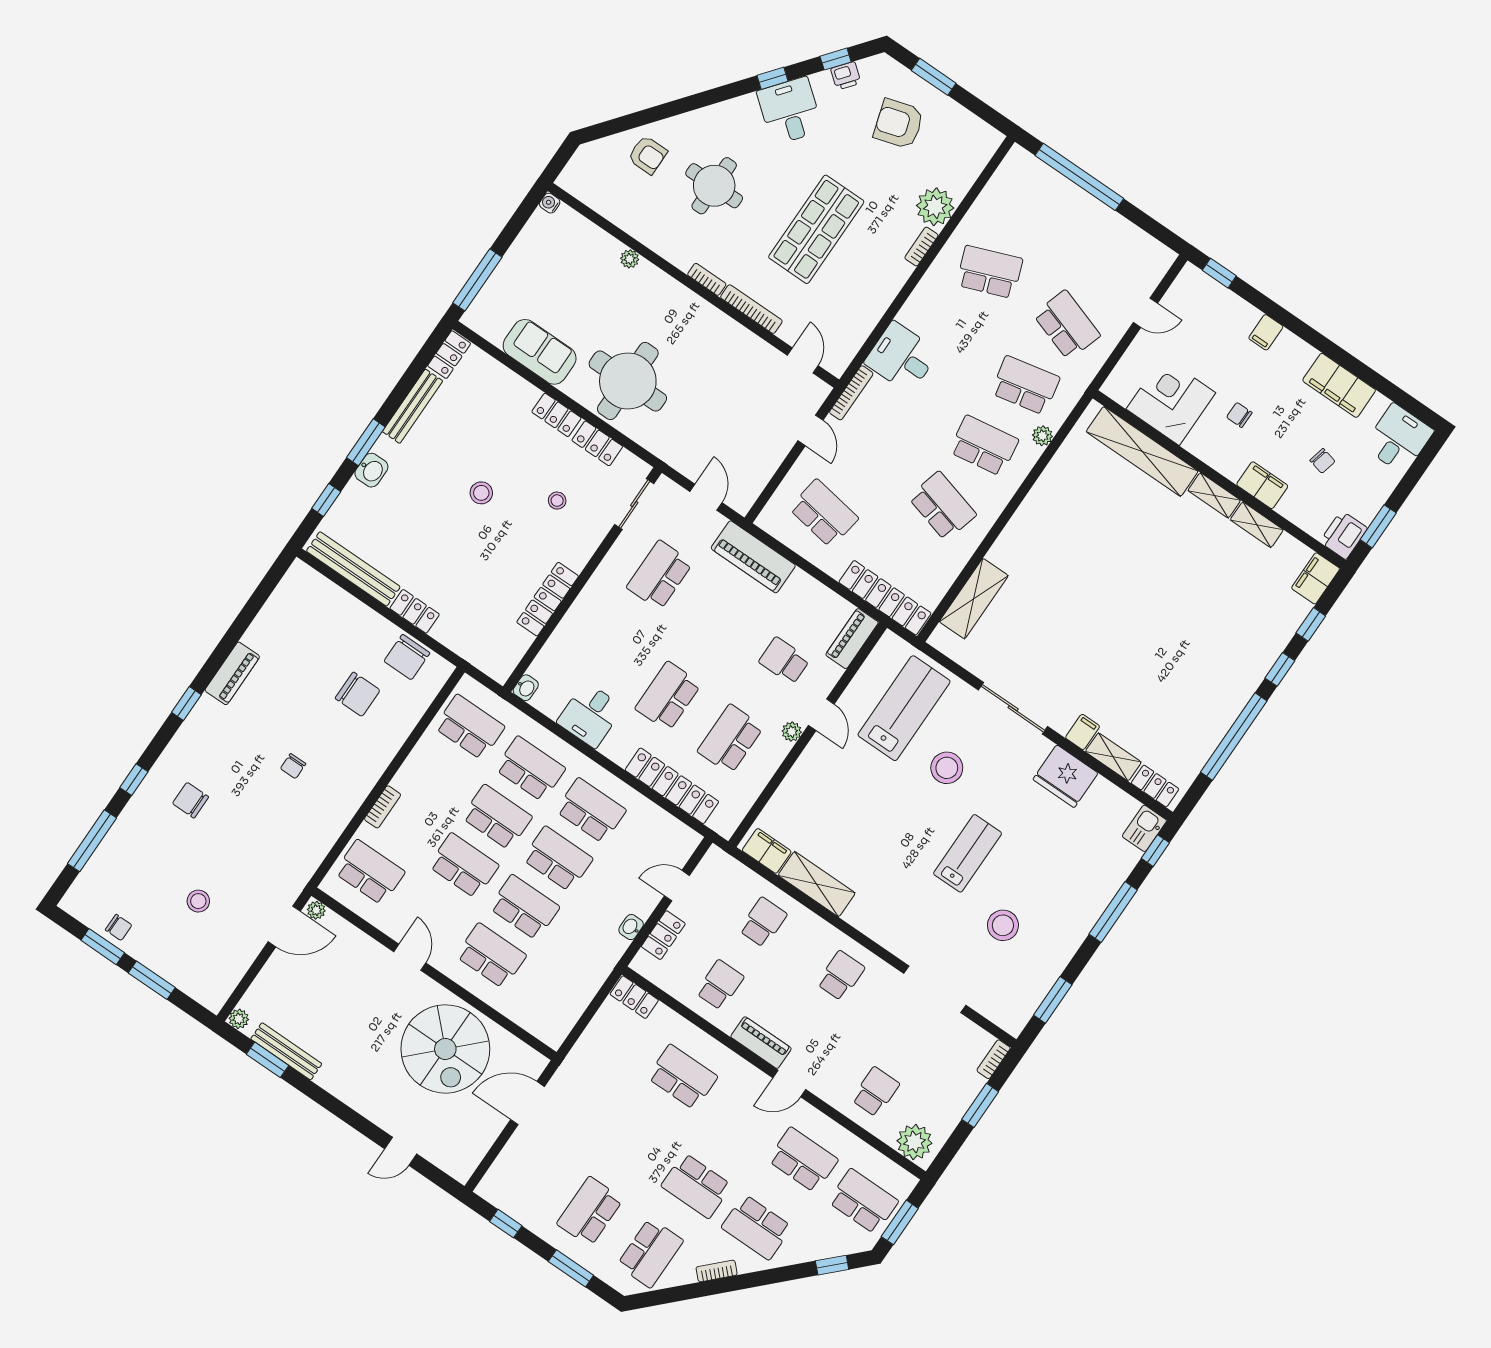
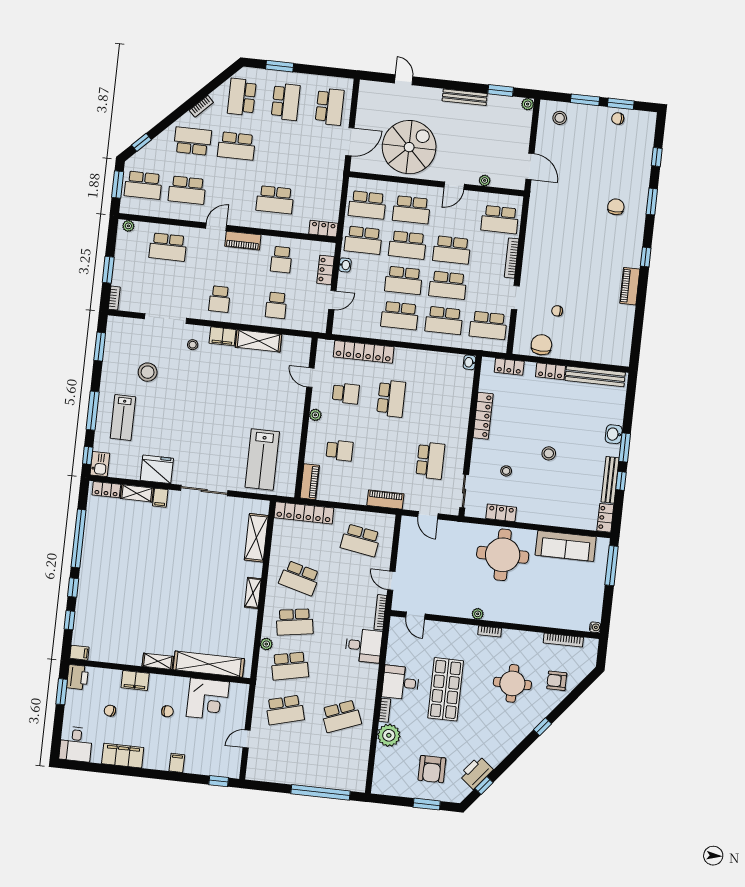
printer: (846, 76) -> (476, 772), width x1.87, depth x1.48
window: (772, 78) -> (542, 727), moved
desk: (790, 111) -> (401, 683), moved, turned 141
armchair: (899, 124) -> (432, 769), turned 107
plant: (630, 259) -> (478, 614), moved
bookcase: (751, 309) -> (563, 640), moved
school desk: (1067, 325) -> (285, 710), turned -33
sofa: (540, 352) -> (566, 546), width x1.36
locker: (556, 415) -> (509, 367), moved, turned 180
window: (326, 500) -> (621, 481), moved
shelving: (1257, 525) -> (253, 593), moved, turned 90
piano: (753, 557) -> (385, 500), width x0.73, depth x0.75
filing cabinet: (1316, 578) -> (79, 653), width x0.50
chair: (358, 694) -> (557, 311), width x0.54, depth x0.54
desk: (590, 715) -> (427, 366), removed
door: (821, 715) -> (310, 378), moved
school desk: (730, 739) -> (346, 393), width x0.54
doorway: (408, 746) -> (515, 298), added
chair: (293, 766) -> (571, 254), removed
stool: (947, 768) -> (193, 345), moved, width x0.53, depth x0.53
window: (134, 780) -> (652, 202), width x1.50
chair: (191, 800) -> (616, 207), turned -90
bookcase: (383, 807) -> (512, 258), width x1.56
window: (92, 841) -> (657, 157), width x0.46
filing cabinet: (767, 851) -> (223, 336), moved
lab bench: (968, 853) -> (123, 417), moved
stool: (198, 901) -> (560, 118), moved
plant: (316, 910) -> (485, 180), moved
door: (284, 926) -> (530, 166), swing flipped
school desk: (585, 949) -> (363, 240), added
door: (410, 957) -> (454, 186), hinge flipped
school desk: (552, 997) -> (367, 205), added
spiral stairs: (445, 1049) -> (409, 147), turned 90
bench: (286, 1051) -> (465, 97), moved
school desk: (875, 1092) -> (168, 247), width x1.85
plant: (914, 1142) -> (128, 226), width x0.53, depth x0.53
door: (401, 1151) -> (404, 80), hinge flipped
school desk: (530, 1170) -> (330, 107), added
school desk: (696, 1186) -> (236, 146), turned 180
window: (506, 1224) -> (327, 71), removed

